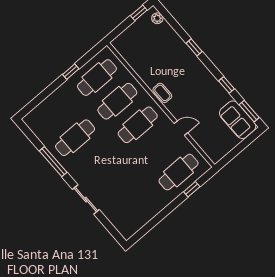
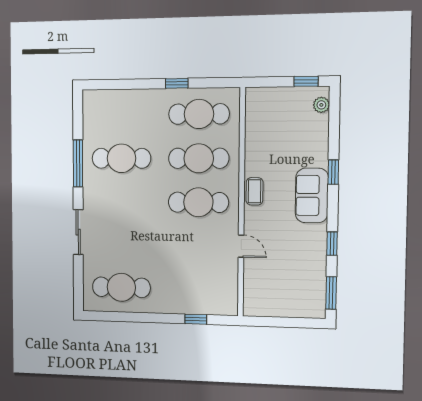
sofa: (238, 120) -> (312, 195), moved
cafe table: (179, 172) -> (121, 287), moved

